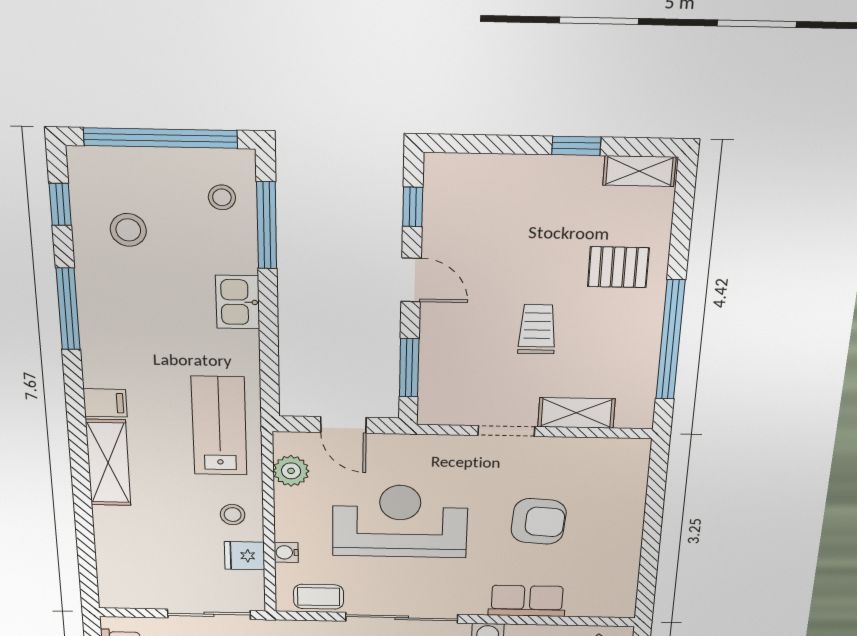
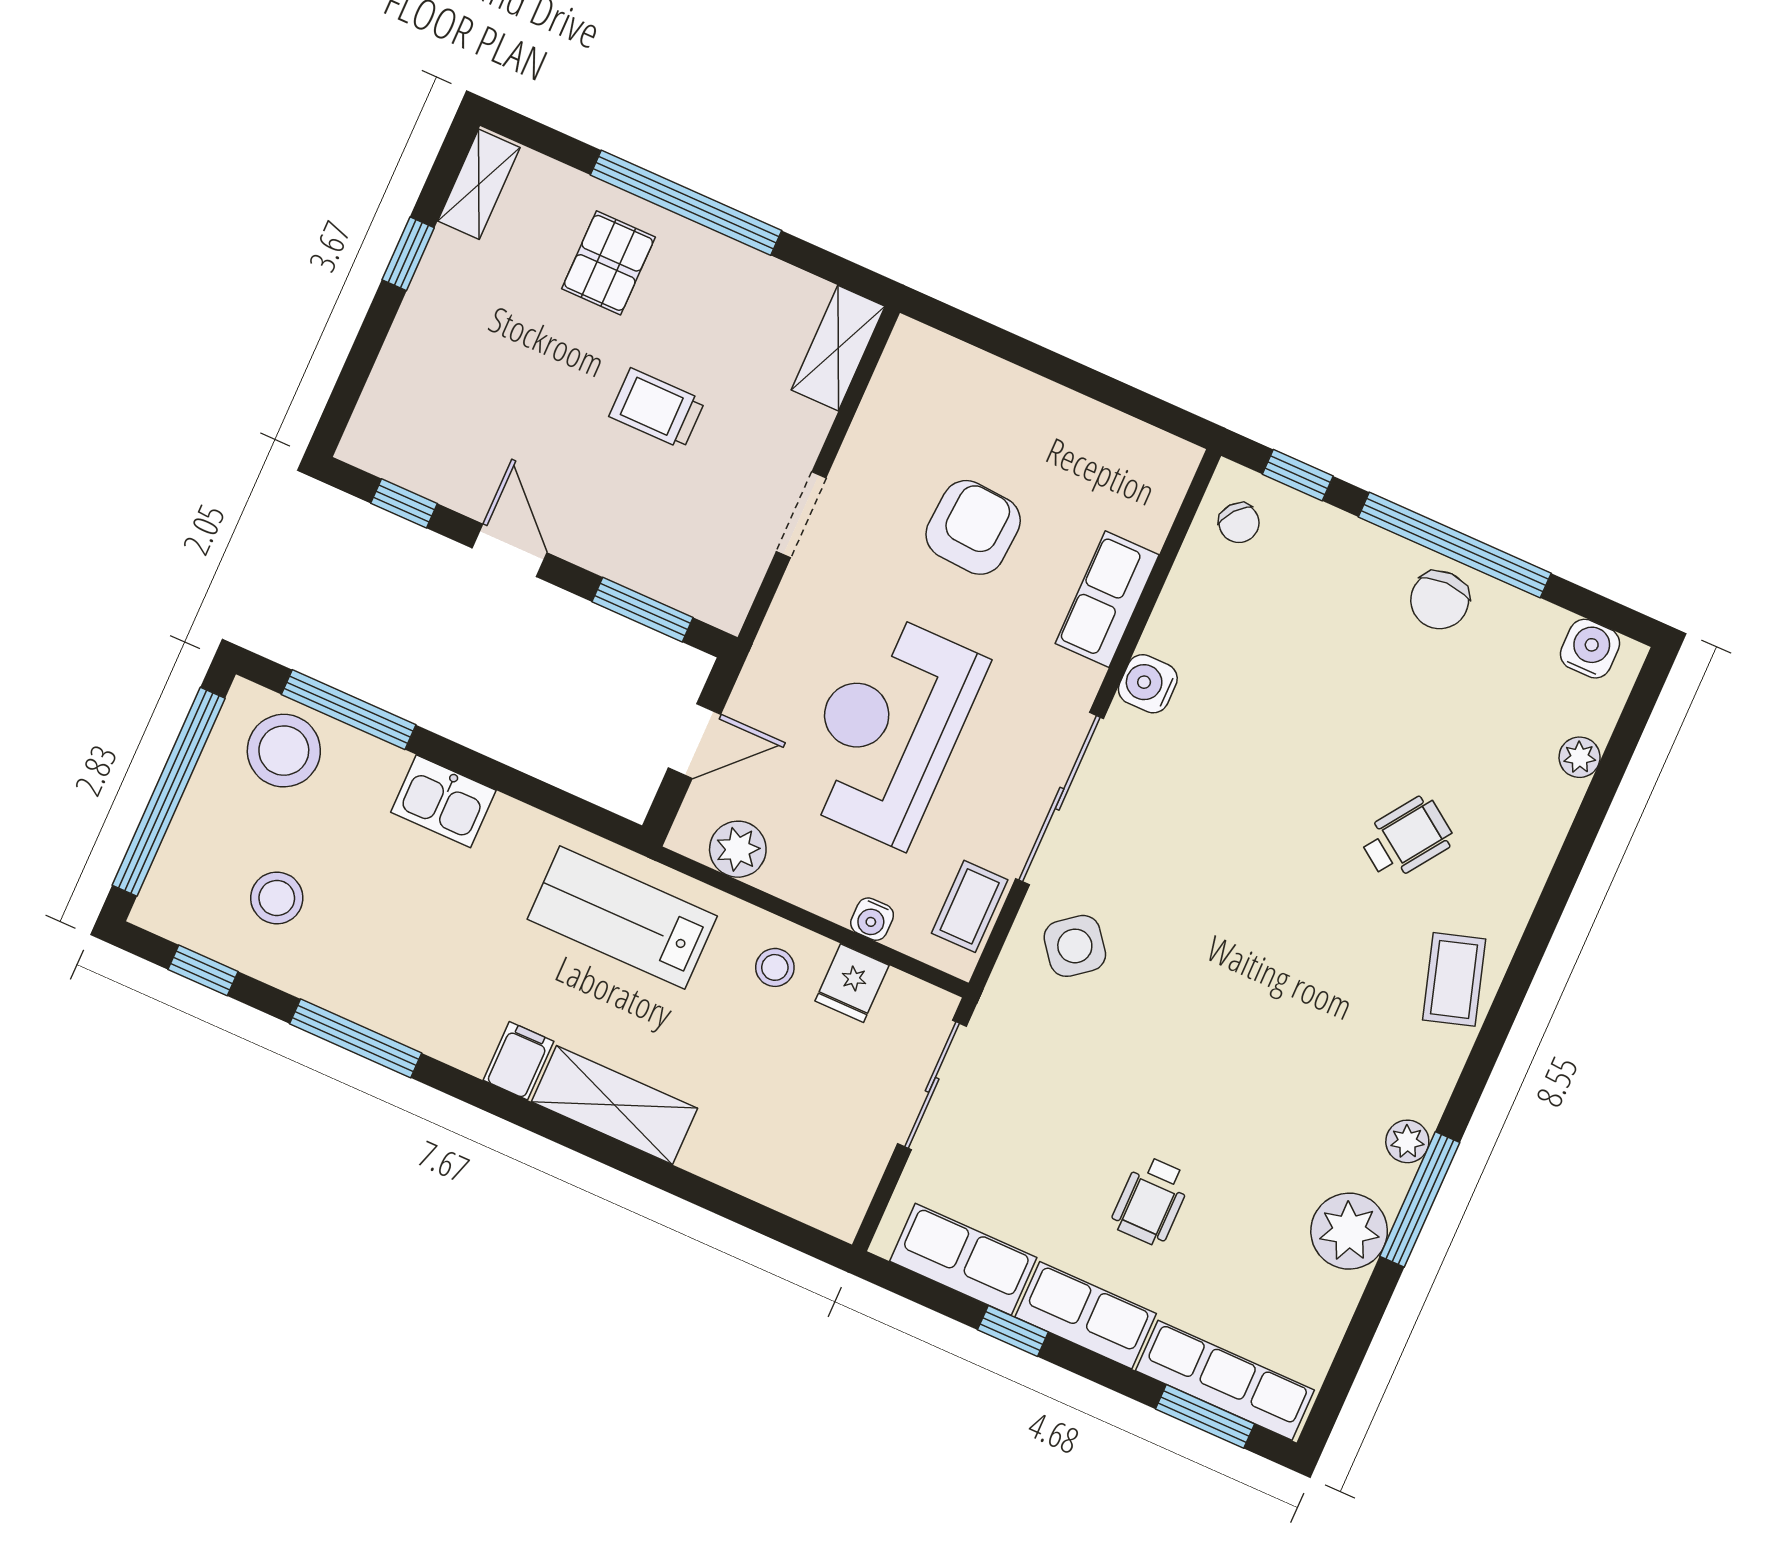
stool: (222, 197) -> (284, 751), width x1.89, depth x1.89
door: (411, 280) -> (510, 550), hinge flipped
window: (670, 340) -> (686, 203), moved
shelving: (576, 413) -> (838, 348), moved

